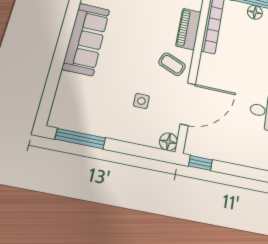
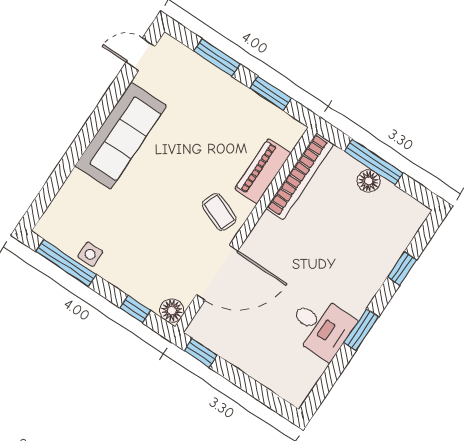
side table: (141, 101) -> (90, 254), moved
window: (143, 151) -> (135, 309), added

